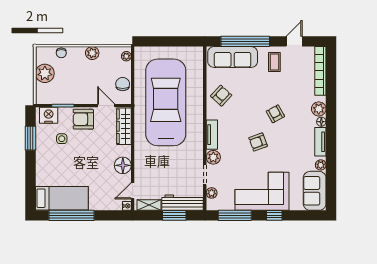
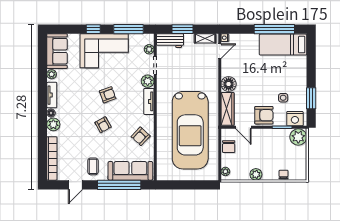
plant: (45, 73) -> (298, 137), moved
armchair: (275, 114) -> (103, 125), moved
floor lamp: (123, 165) -> (229, 84), moved
workbench: (183, 203) -> (170, 41), width x0.73

